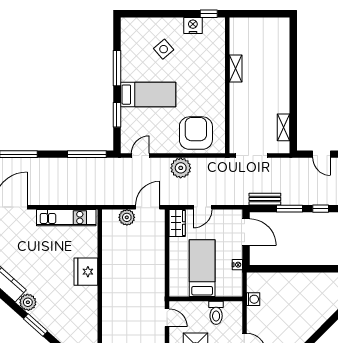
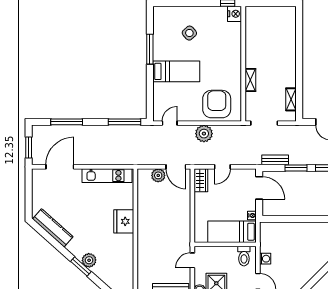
nightstand: (193, 25) -> (235, 14), moved, turned 90
shelving: (236, 69) -> (250, 80), moved
window: (117, 115) -> (150, 89), removed
door: (148, 207) -> (176, 167), swing flipped
bed: (202, 268) -> (232, 232), moved, turned -90
washing machine: (253, 299) -> (265, 259), moved
plant: (28, 302) -> (89, 260), moved
toilet: (216, 313) -> (244, 256), moved
door: (167, 318) -> (192, 260), swing flipped

